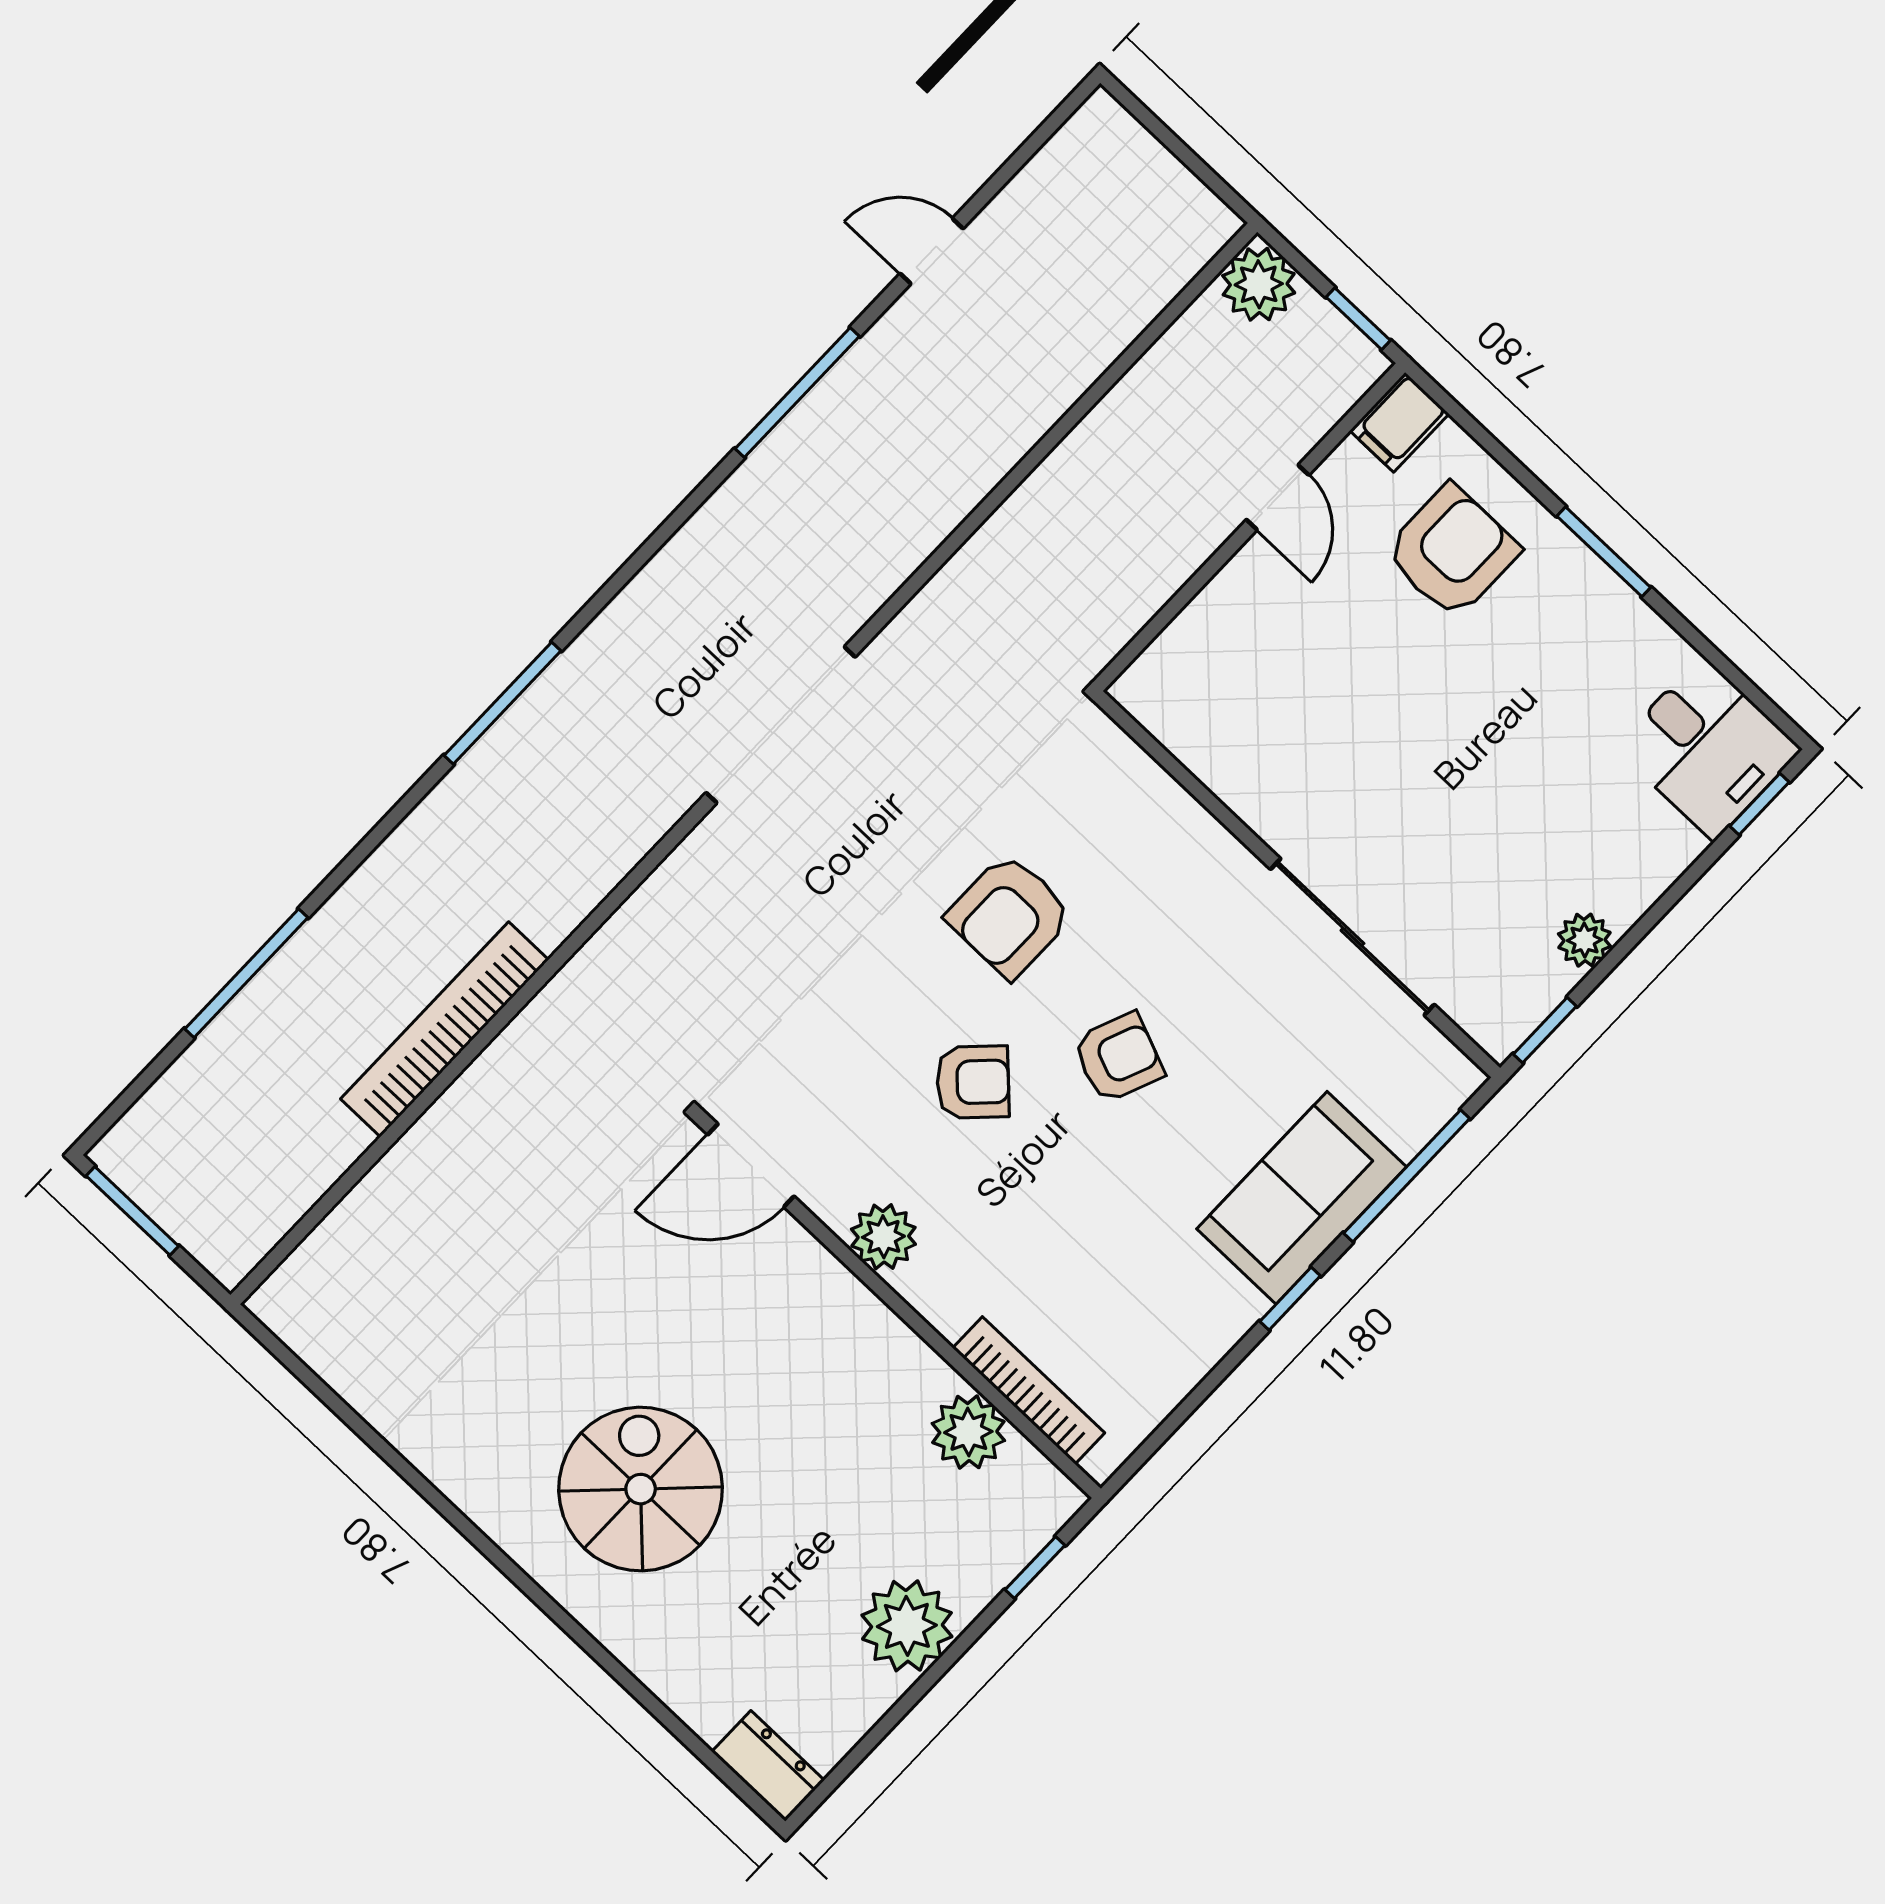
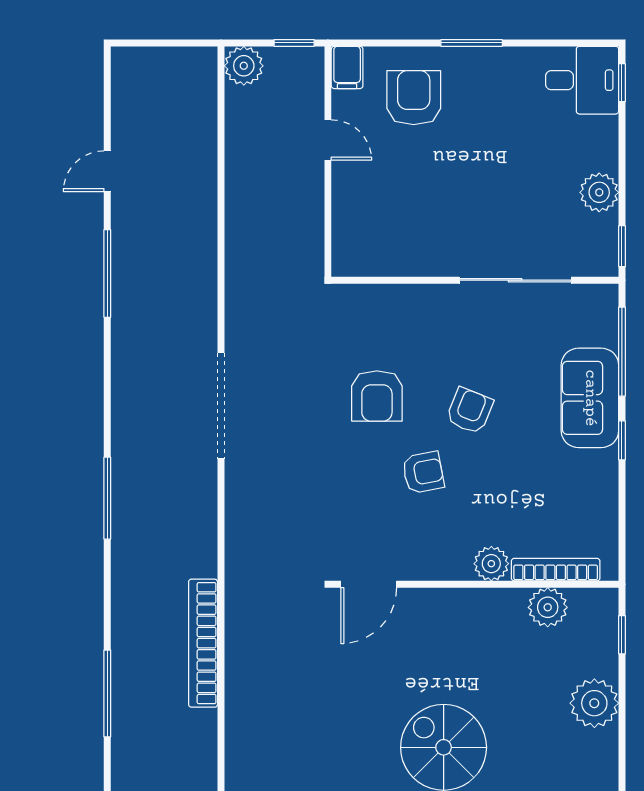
plant: (1585, 940) -> (599, 192), width x1.38, depth x1.38
armchair: (973, 1082) -> (423, 472), turned 34
plant: (883, 1237) -> (491, 564), moved

